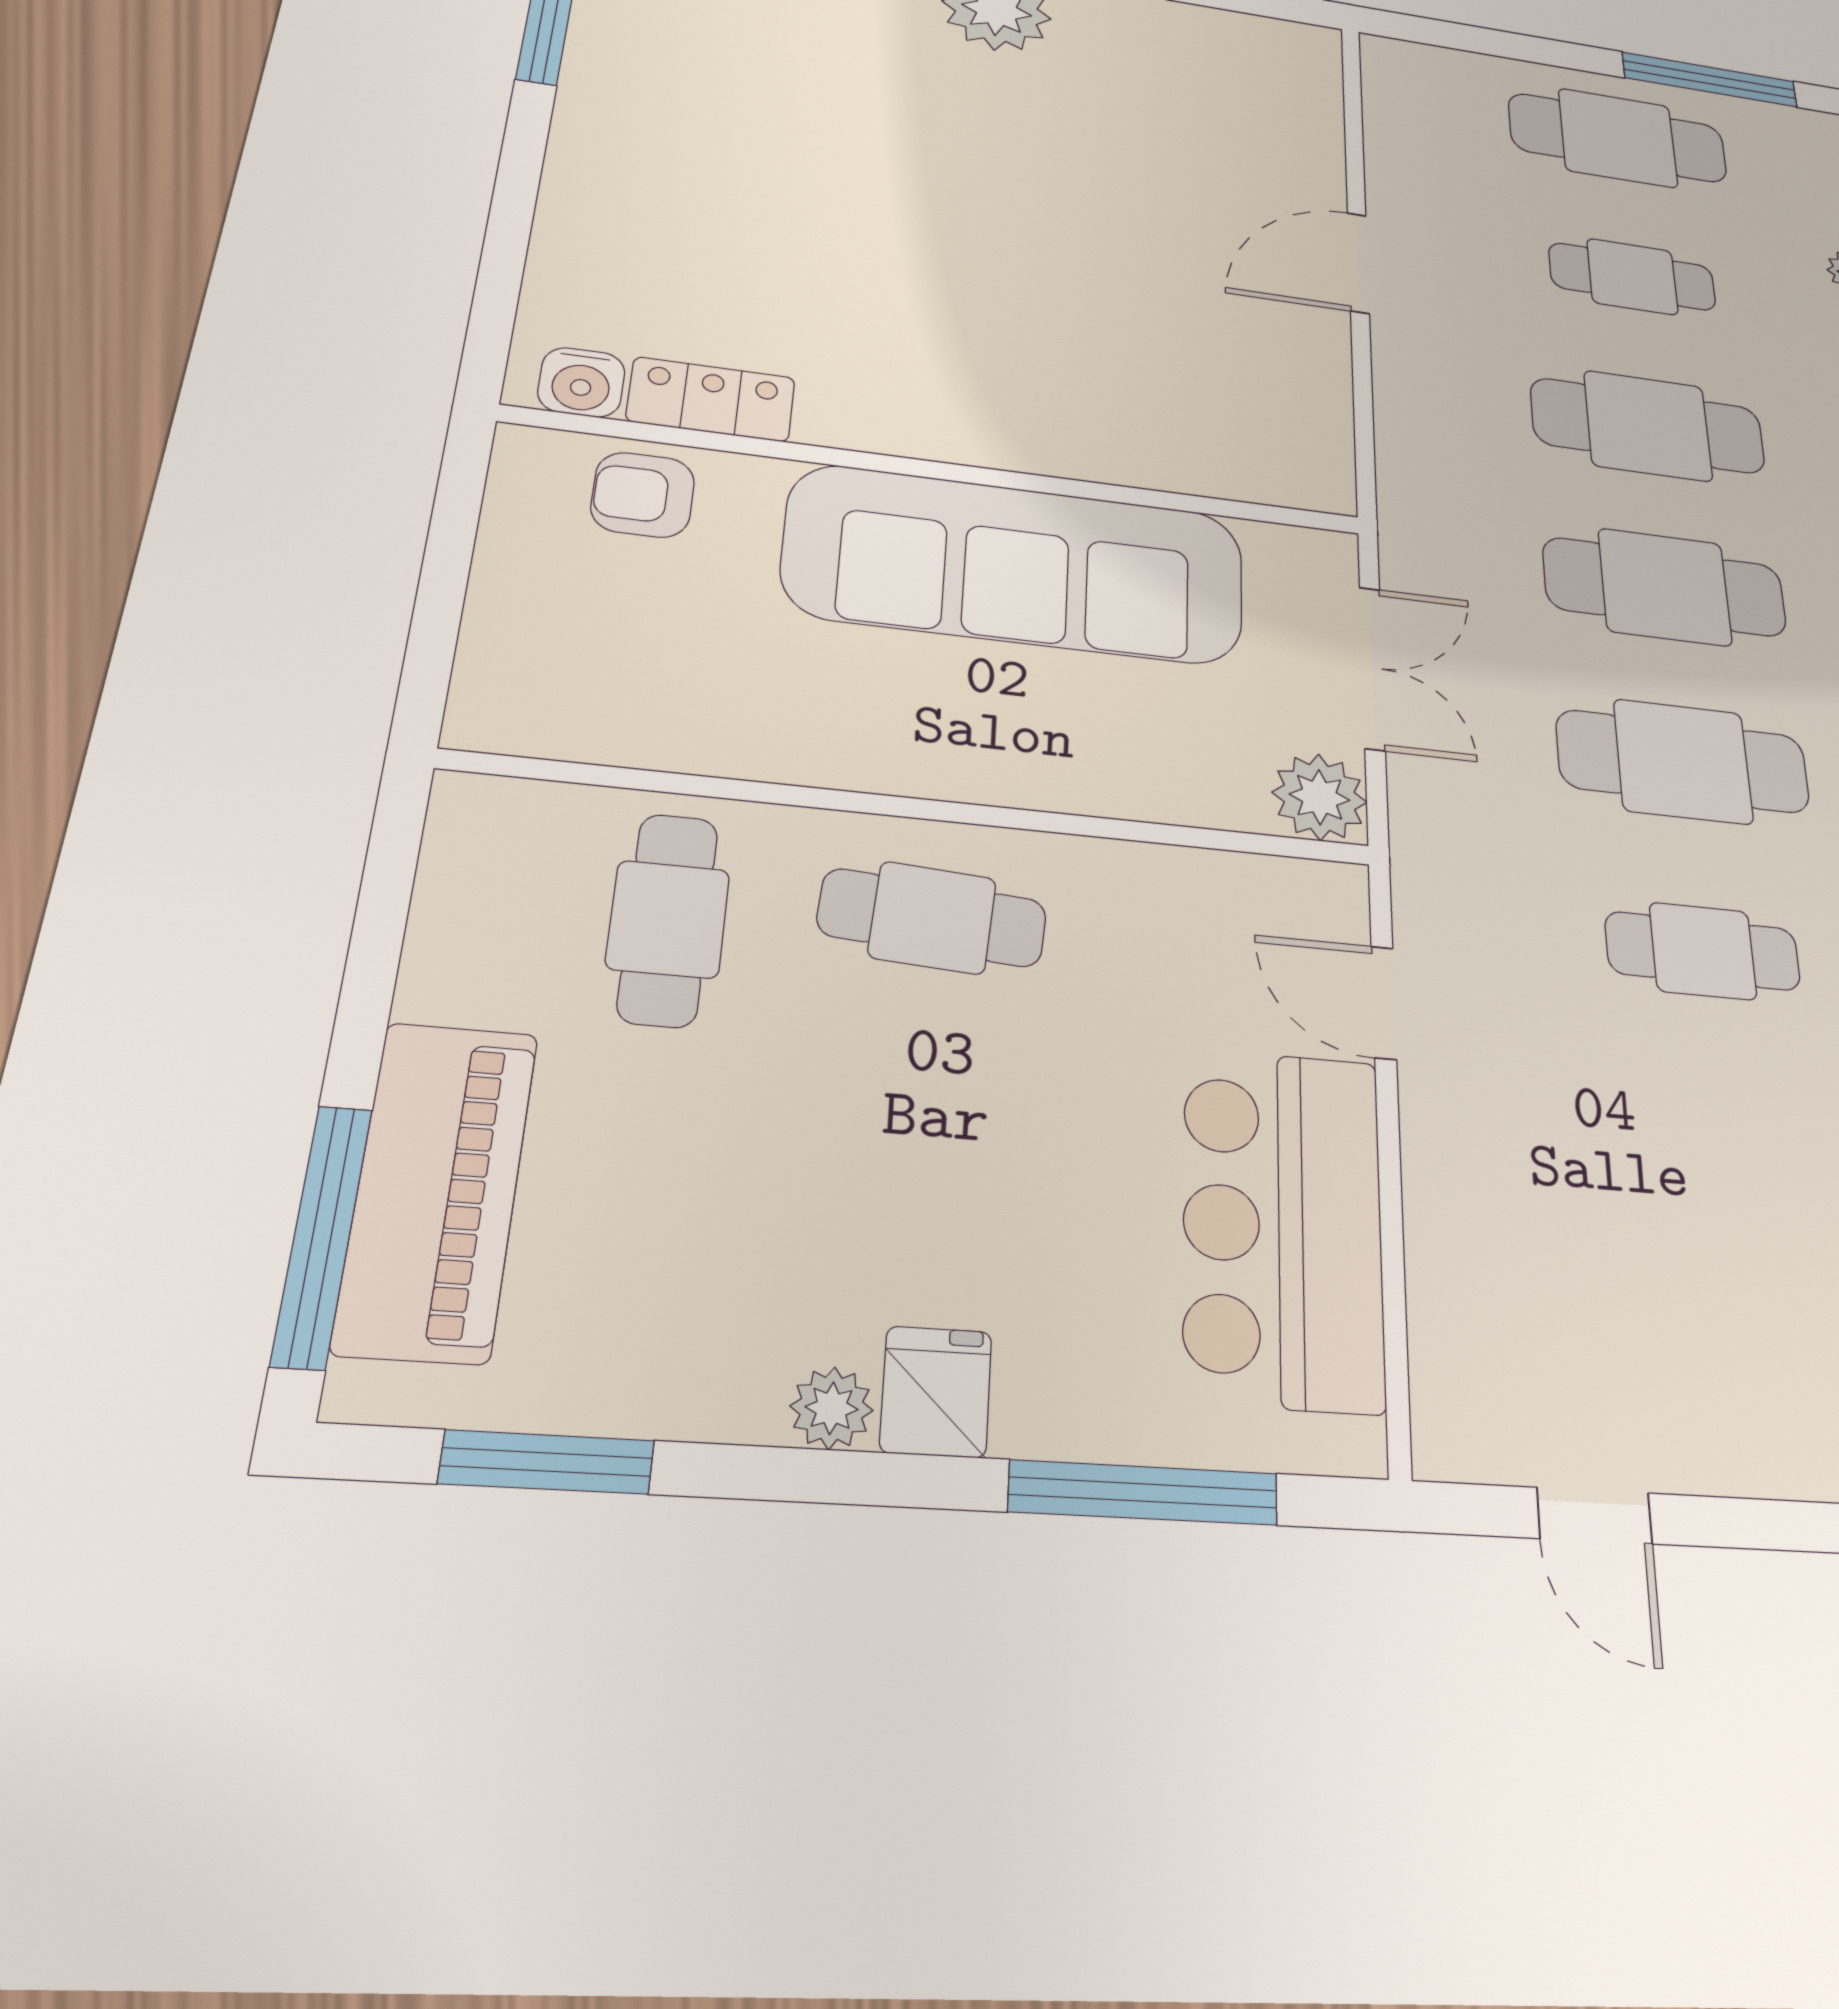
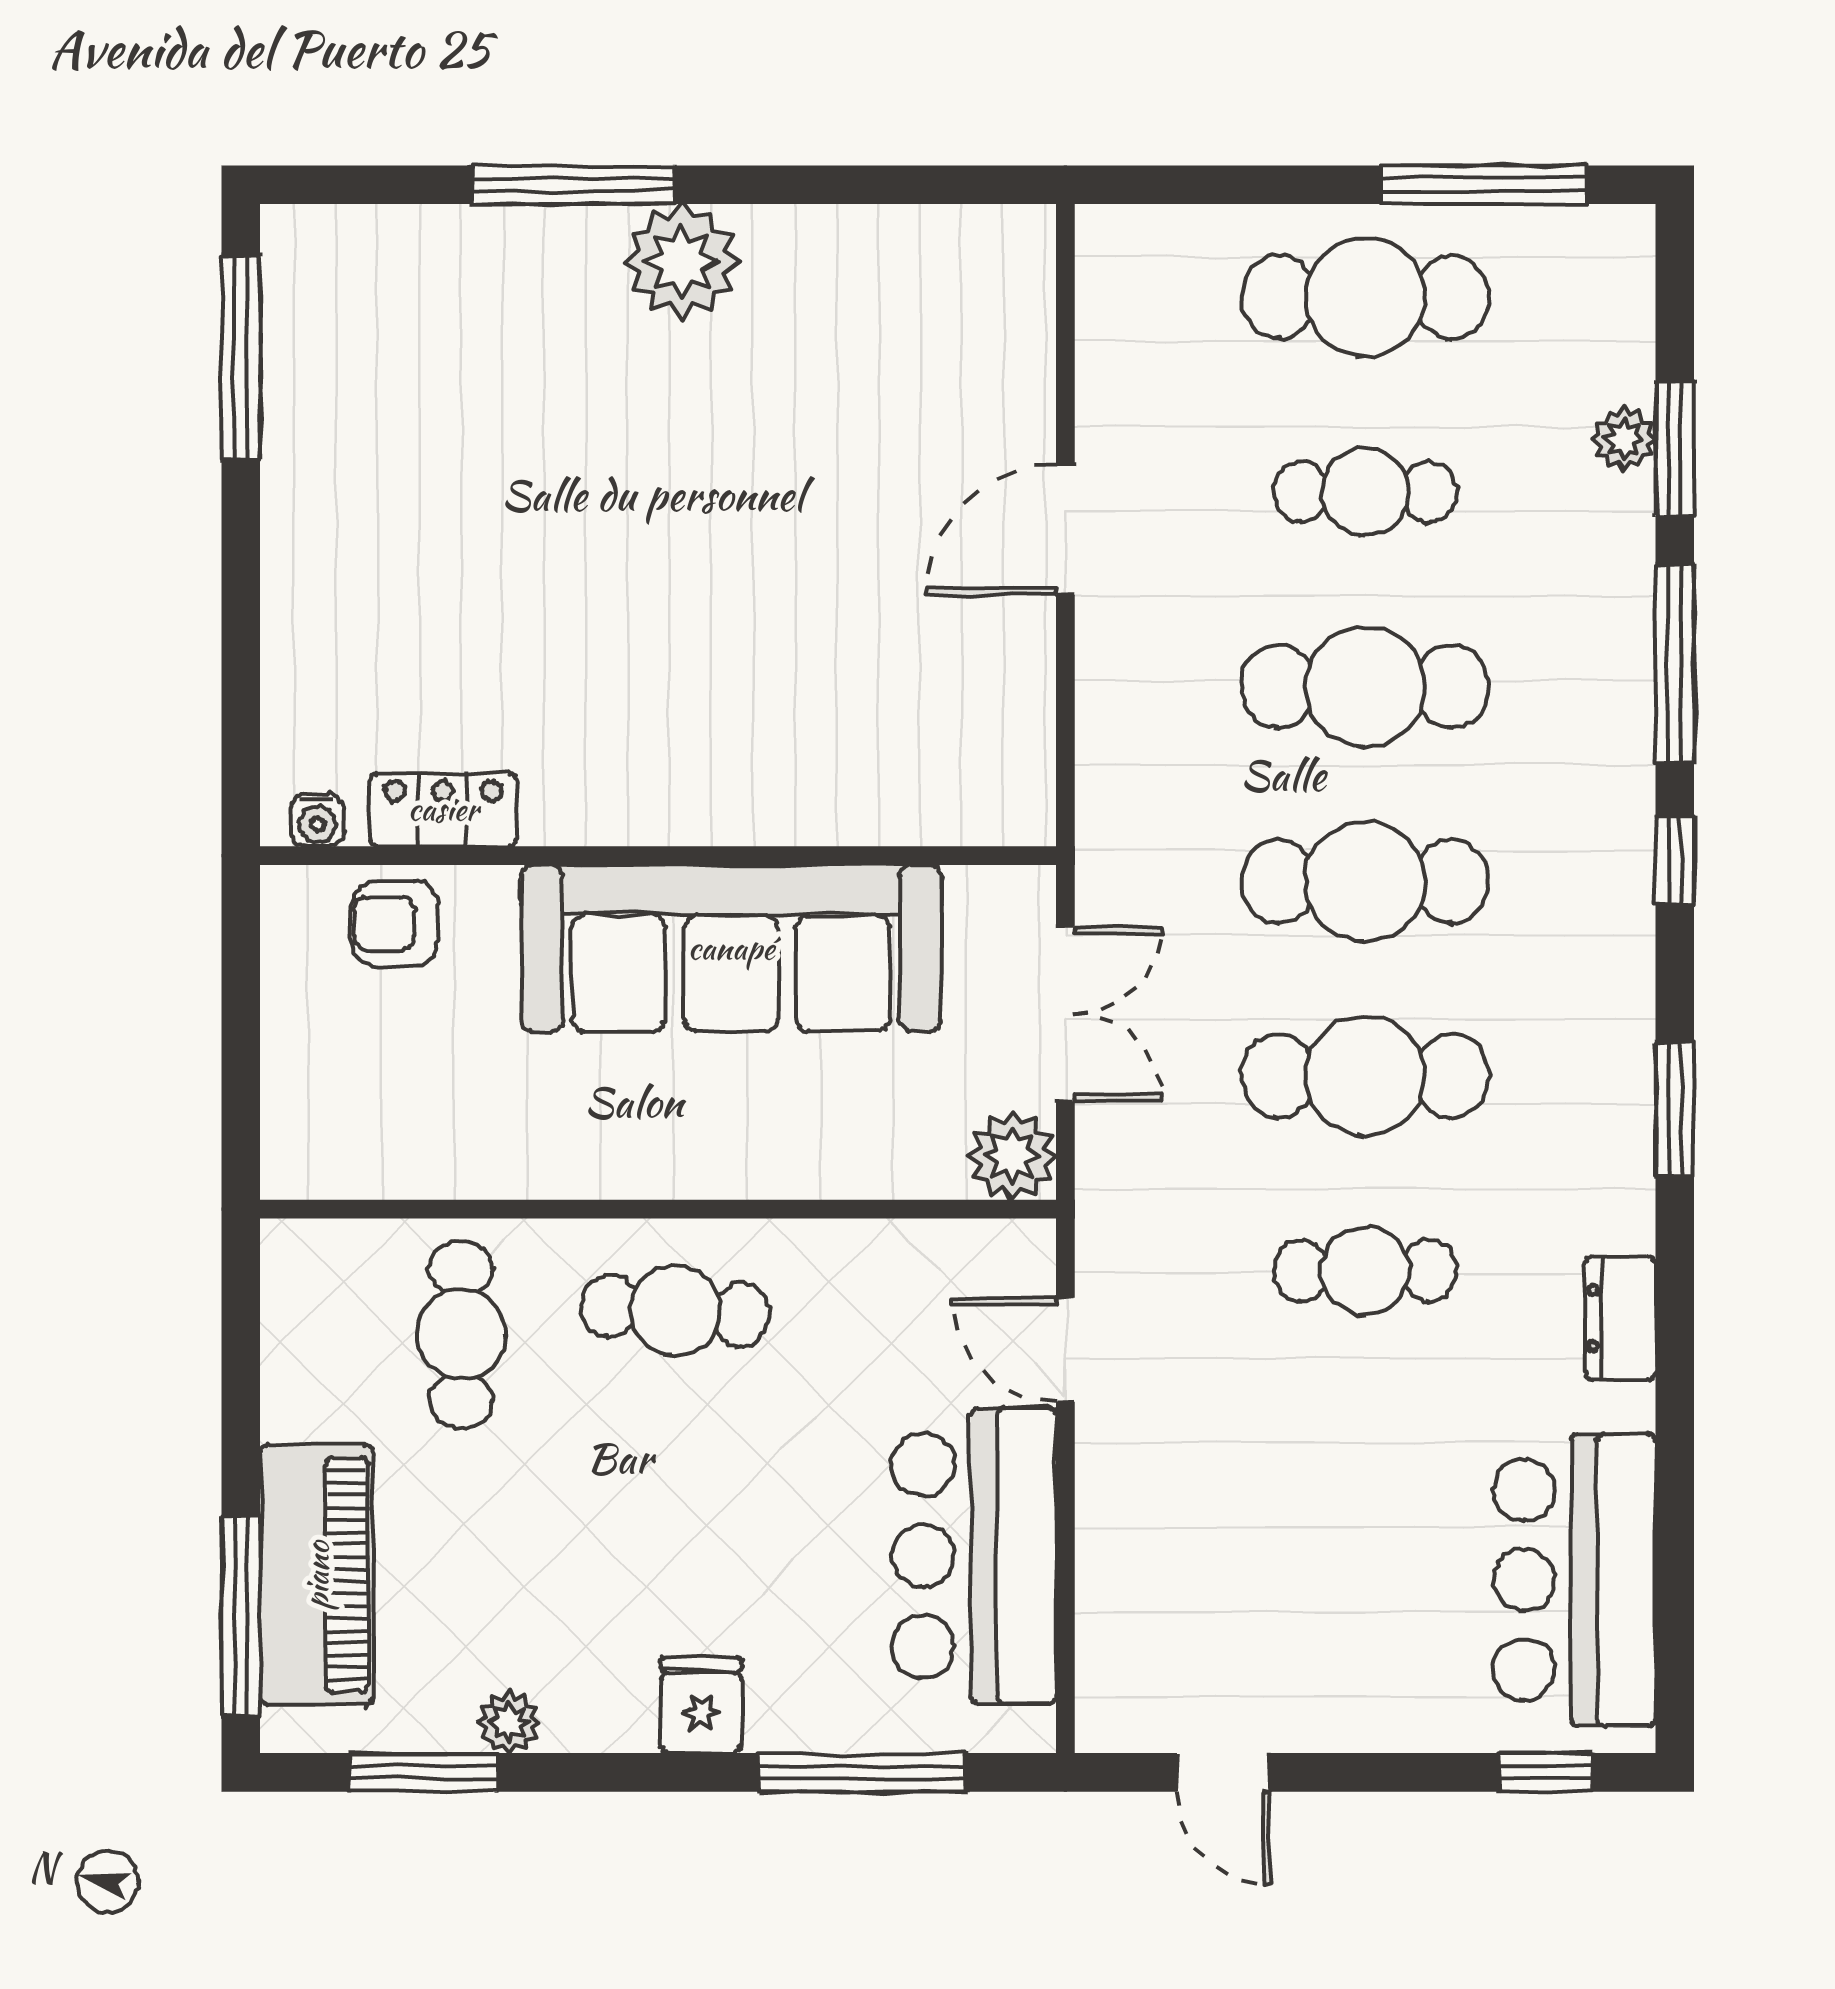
water cooler: (581, 382) -> (317, 820), width x0.72, depth x0.72
plant: (832, 1408) -> (509, 1722), moved

